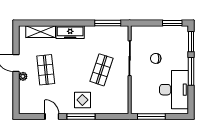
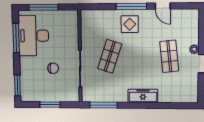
window: (172, 23) -> (50, 105), moved
shelving: (41, 32) -> (174, 97), removed
window: (191, 71) -> (16, 38), moved
window: (151, 116) -> (43, 7), moved

